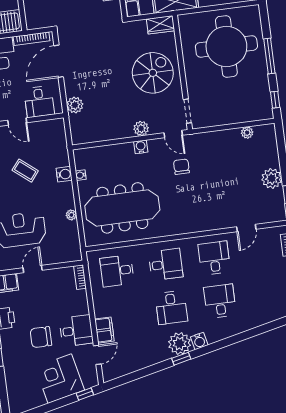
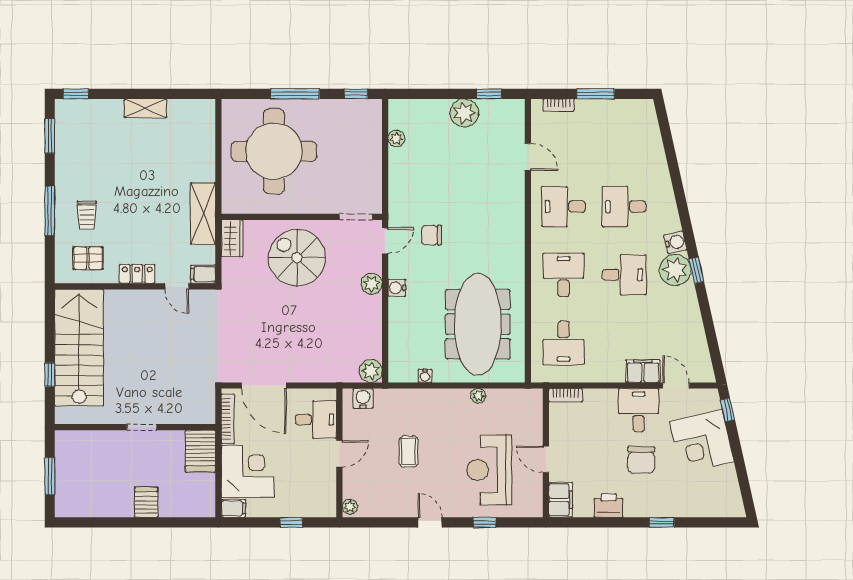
plant: (75, 105) -> (371, 371), moved
coffee table: (25, 171) -> (409, 451), turned -39
water cooler: (64, 174) -> (363, 398), moved

